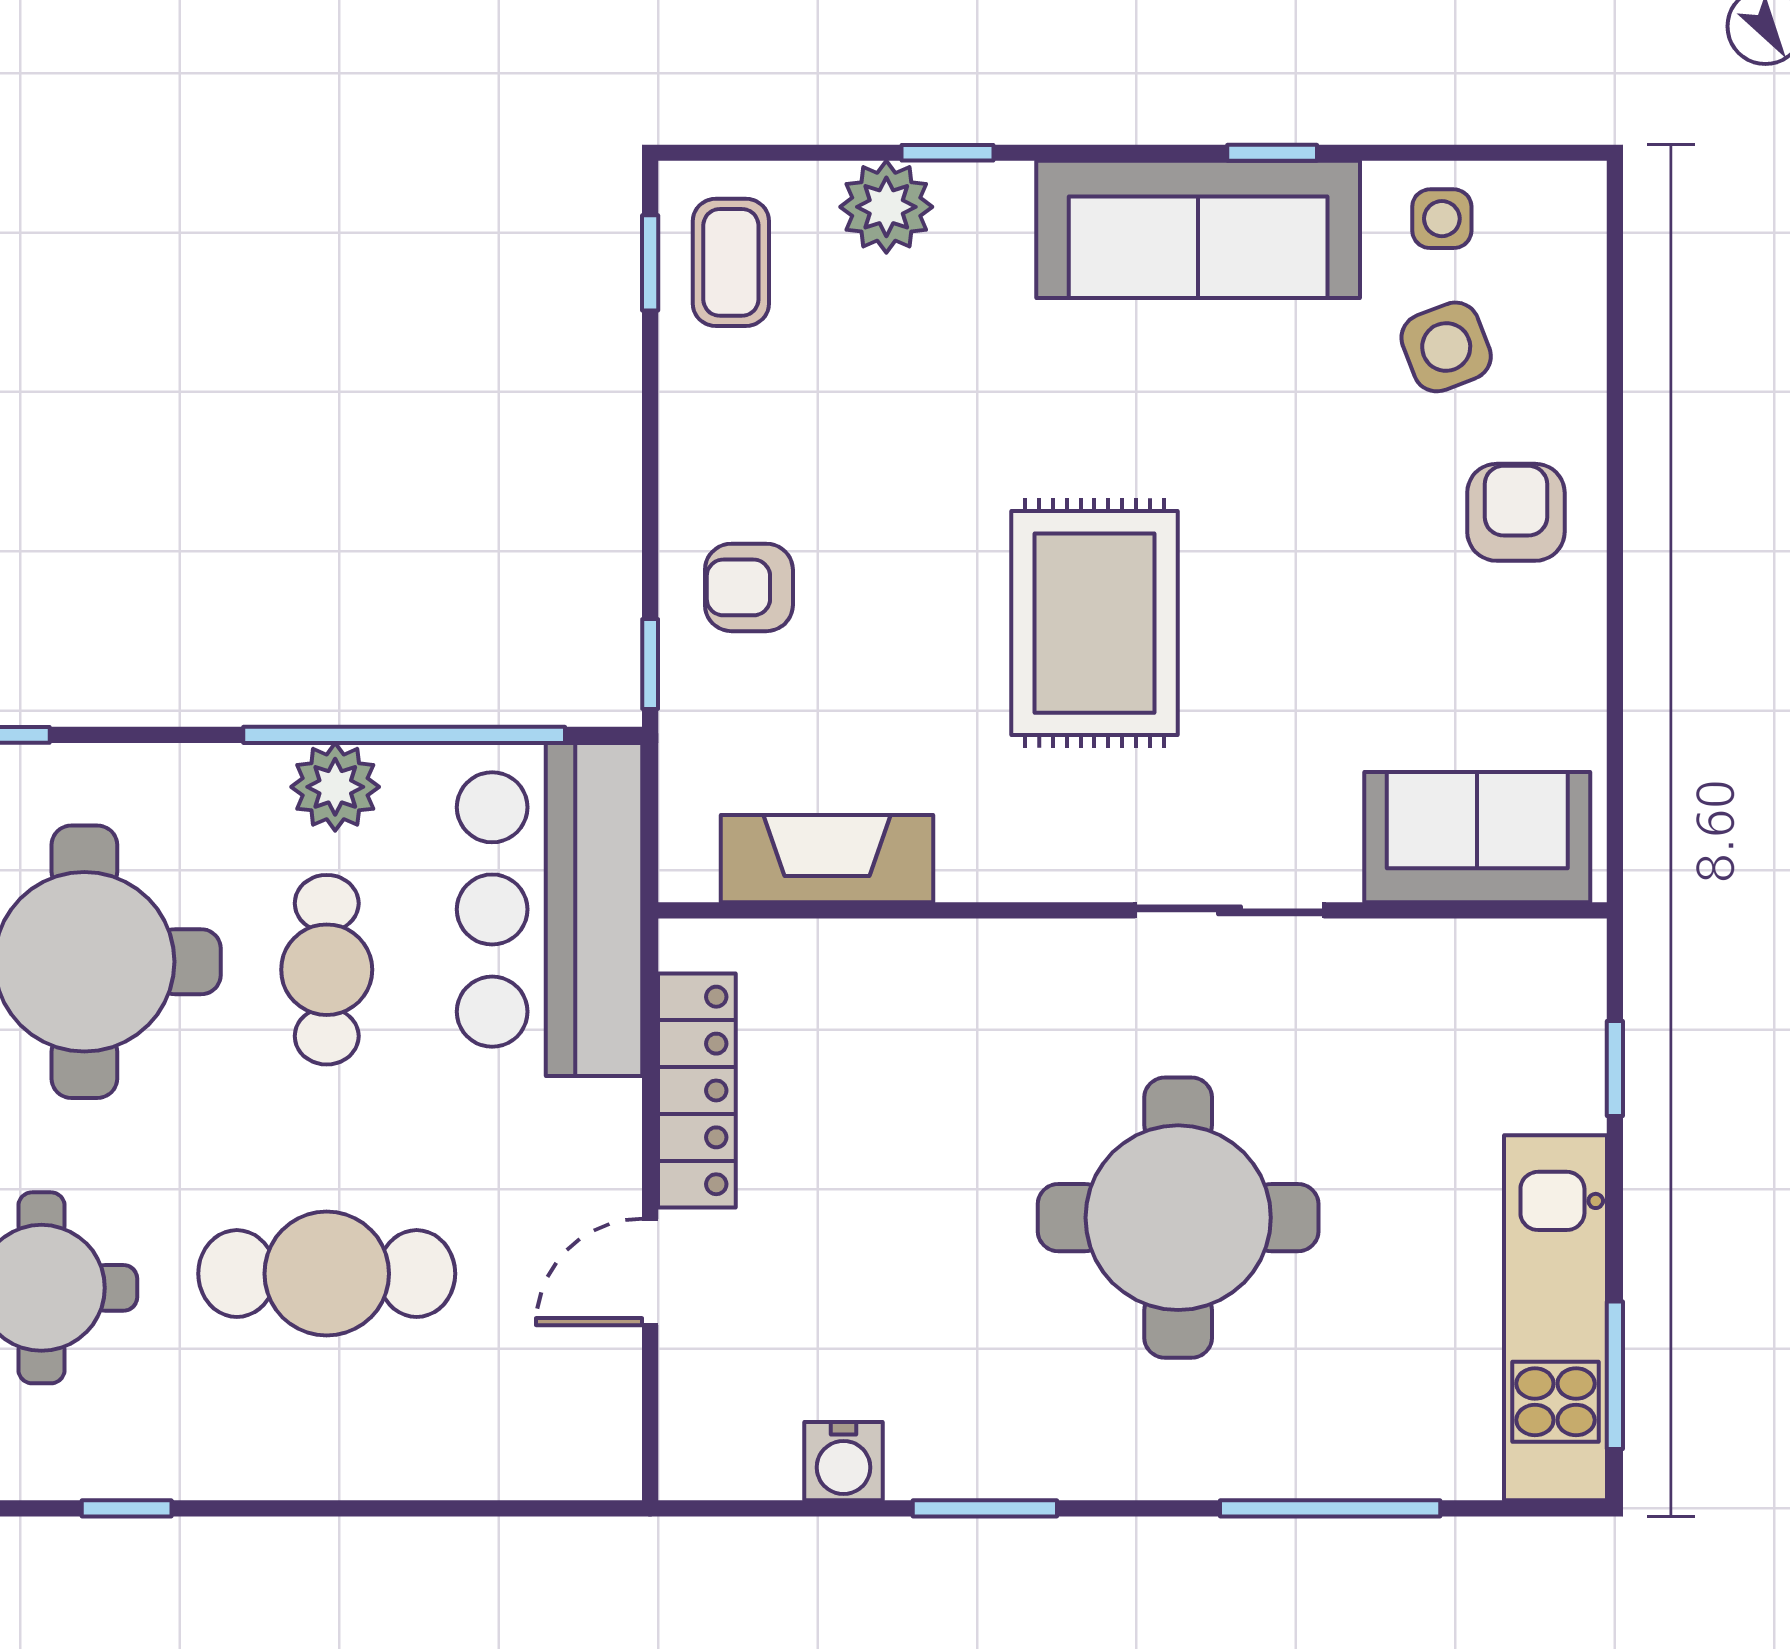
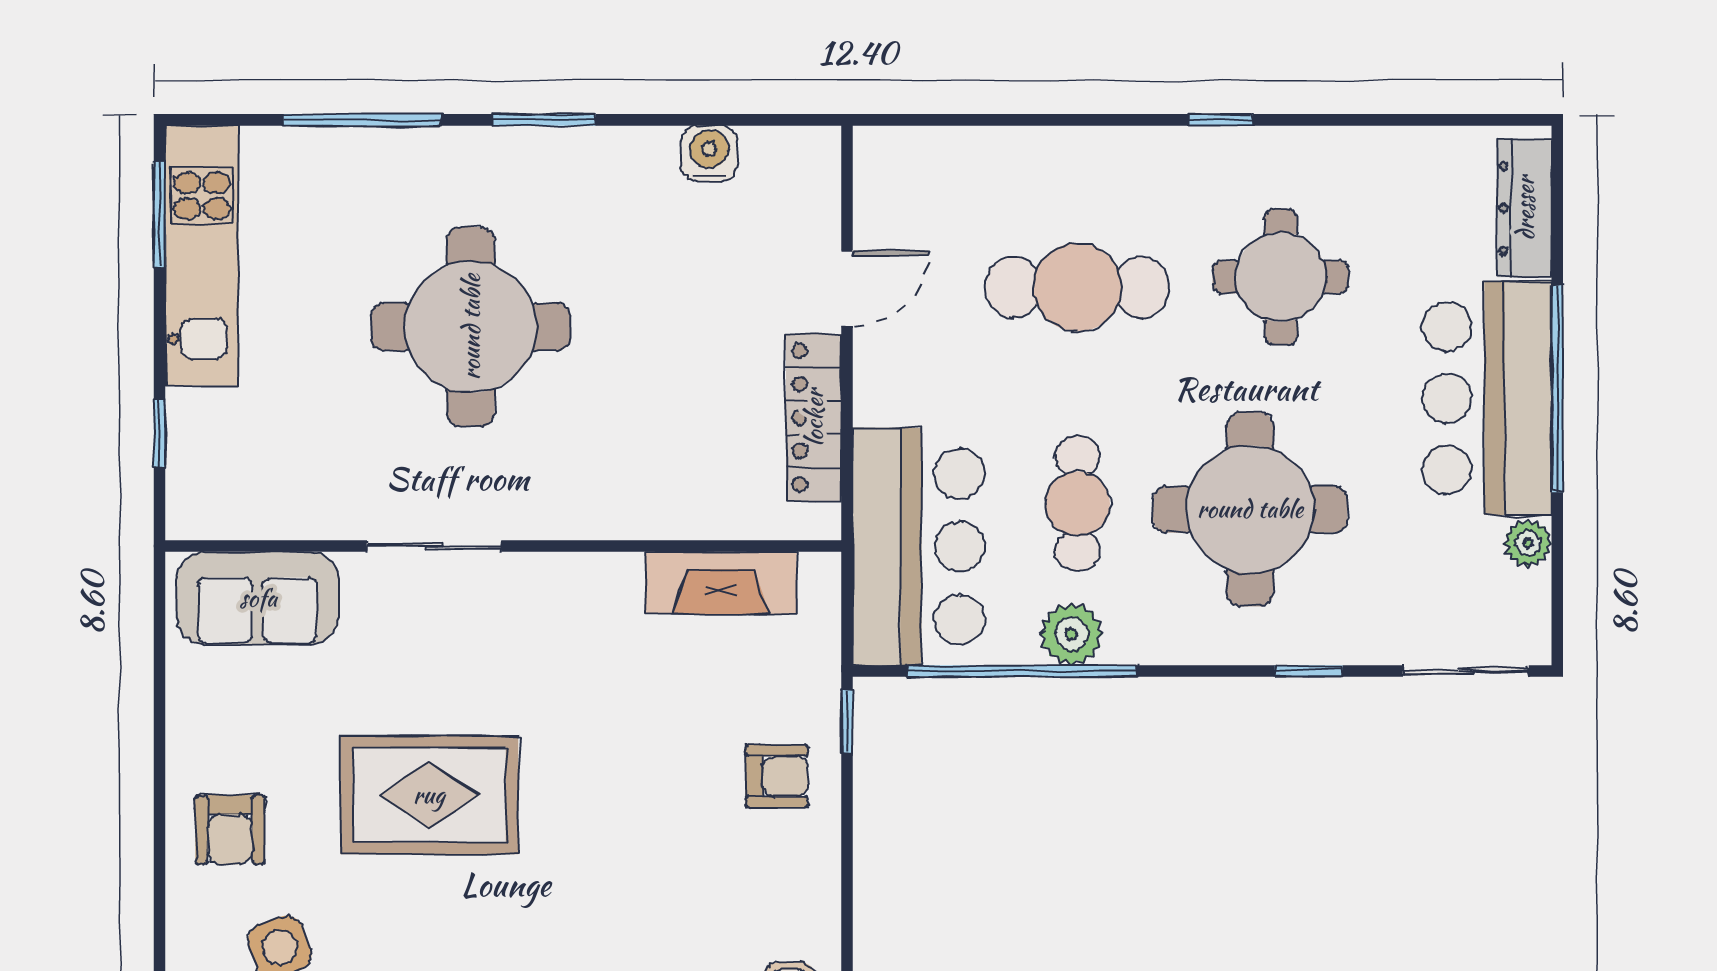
rug: (1094, 623) -> (429, 795), moved, turned 90
window: (985, 1508) -> (544, 120), moved

